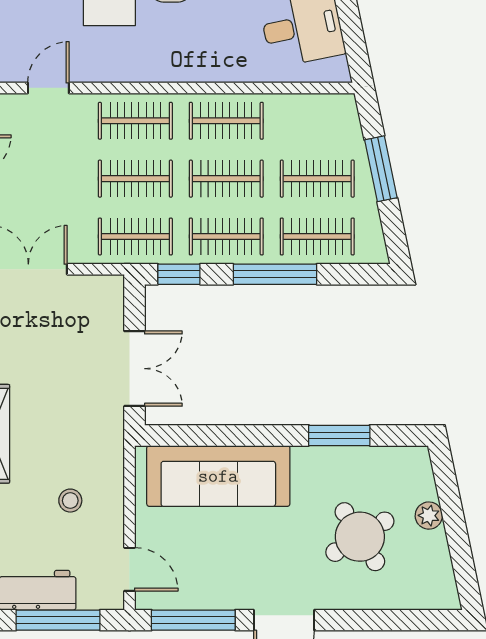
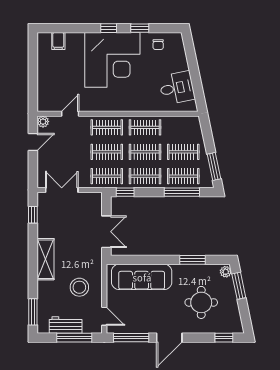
window: (381, 169) -> (214, 167), moved
window: (275, 274) -> (182, 192), moved
window: (449, 497) -> (239, 286), added
stool: (70, 501) -> (79, 287), width x1.89, depth x1.89
plant: (429, 516) -> (226, 272), moved
round table: (360, 537) -> (201, 302), turned 32
window: (414, 620) -> (224, 338), added

